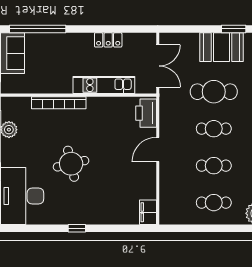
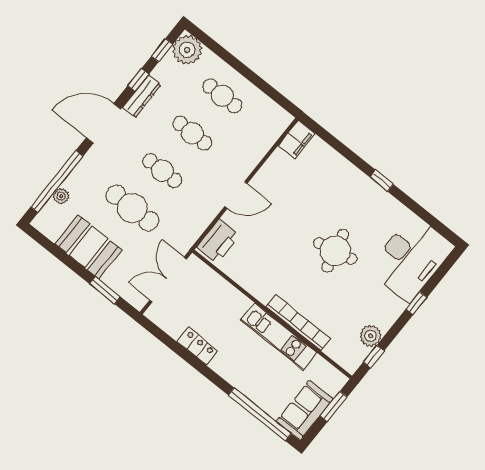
window: (234, 29) -> (105, 290), moved
kitchen unit: (104, 85) -> (279, 336), moved

